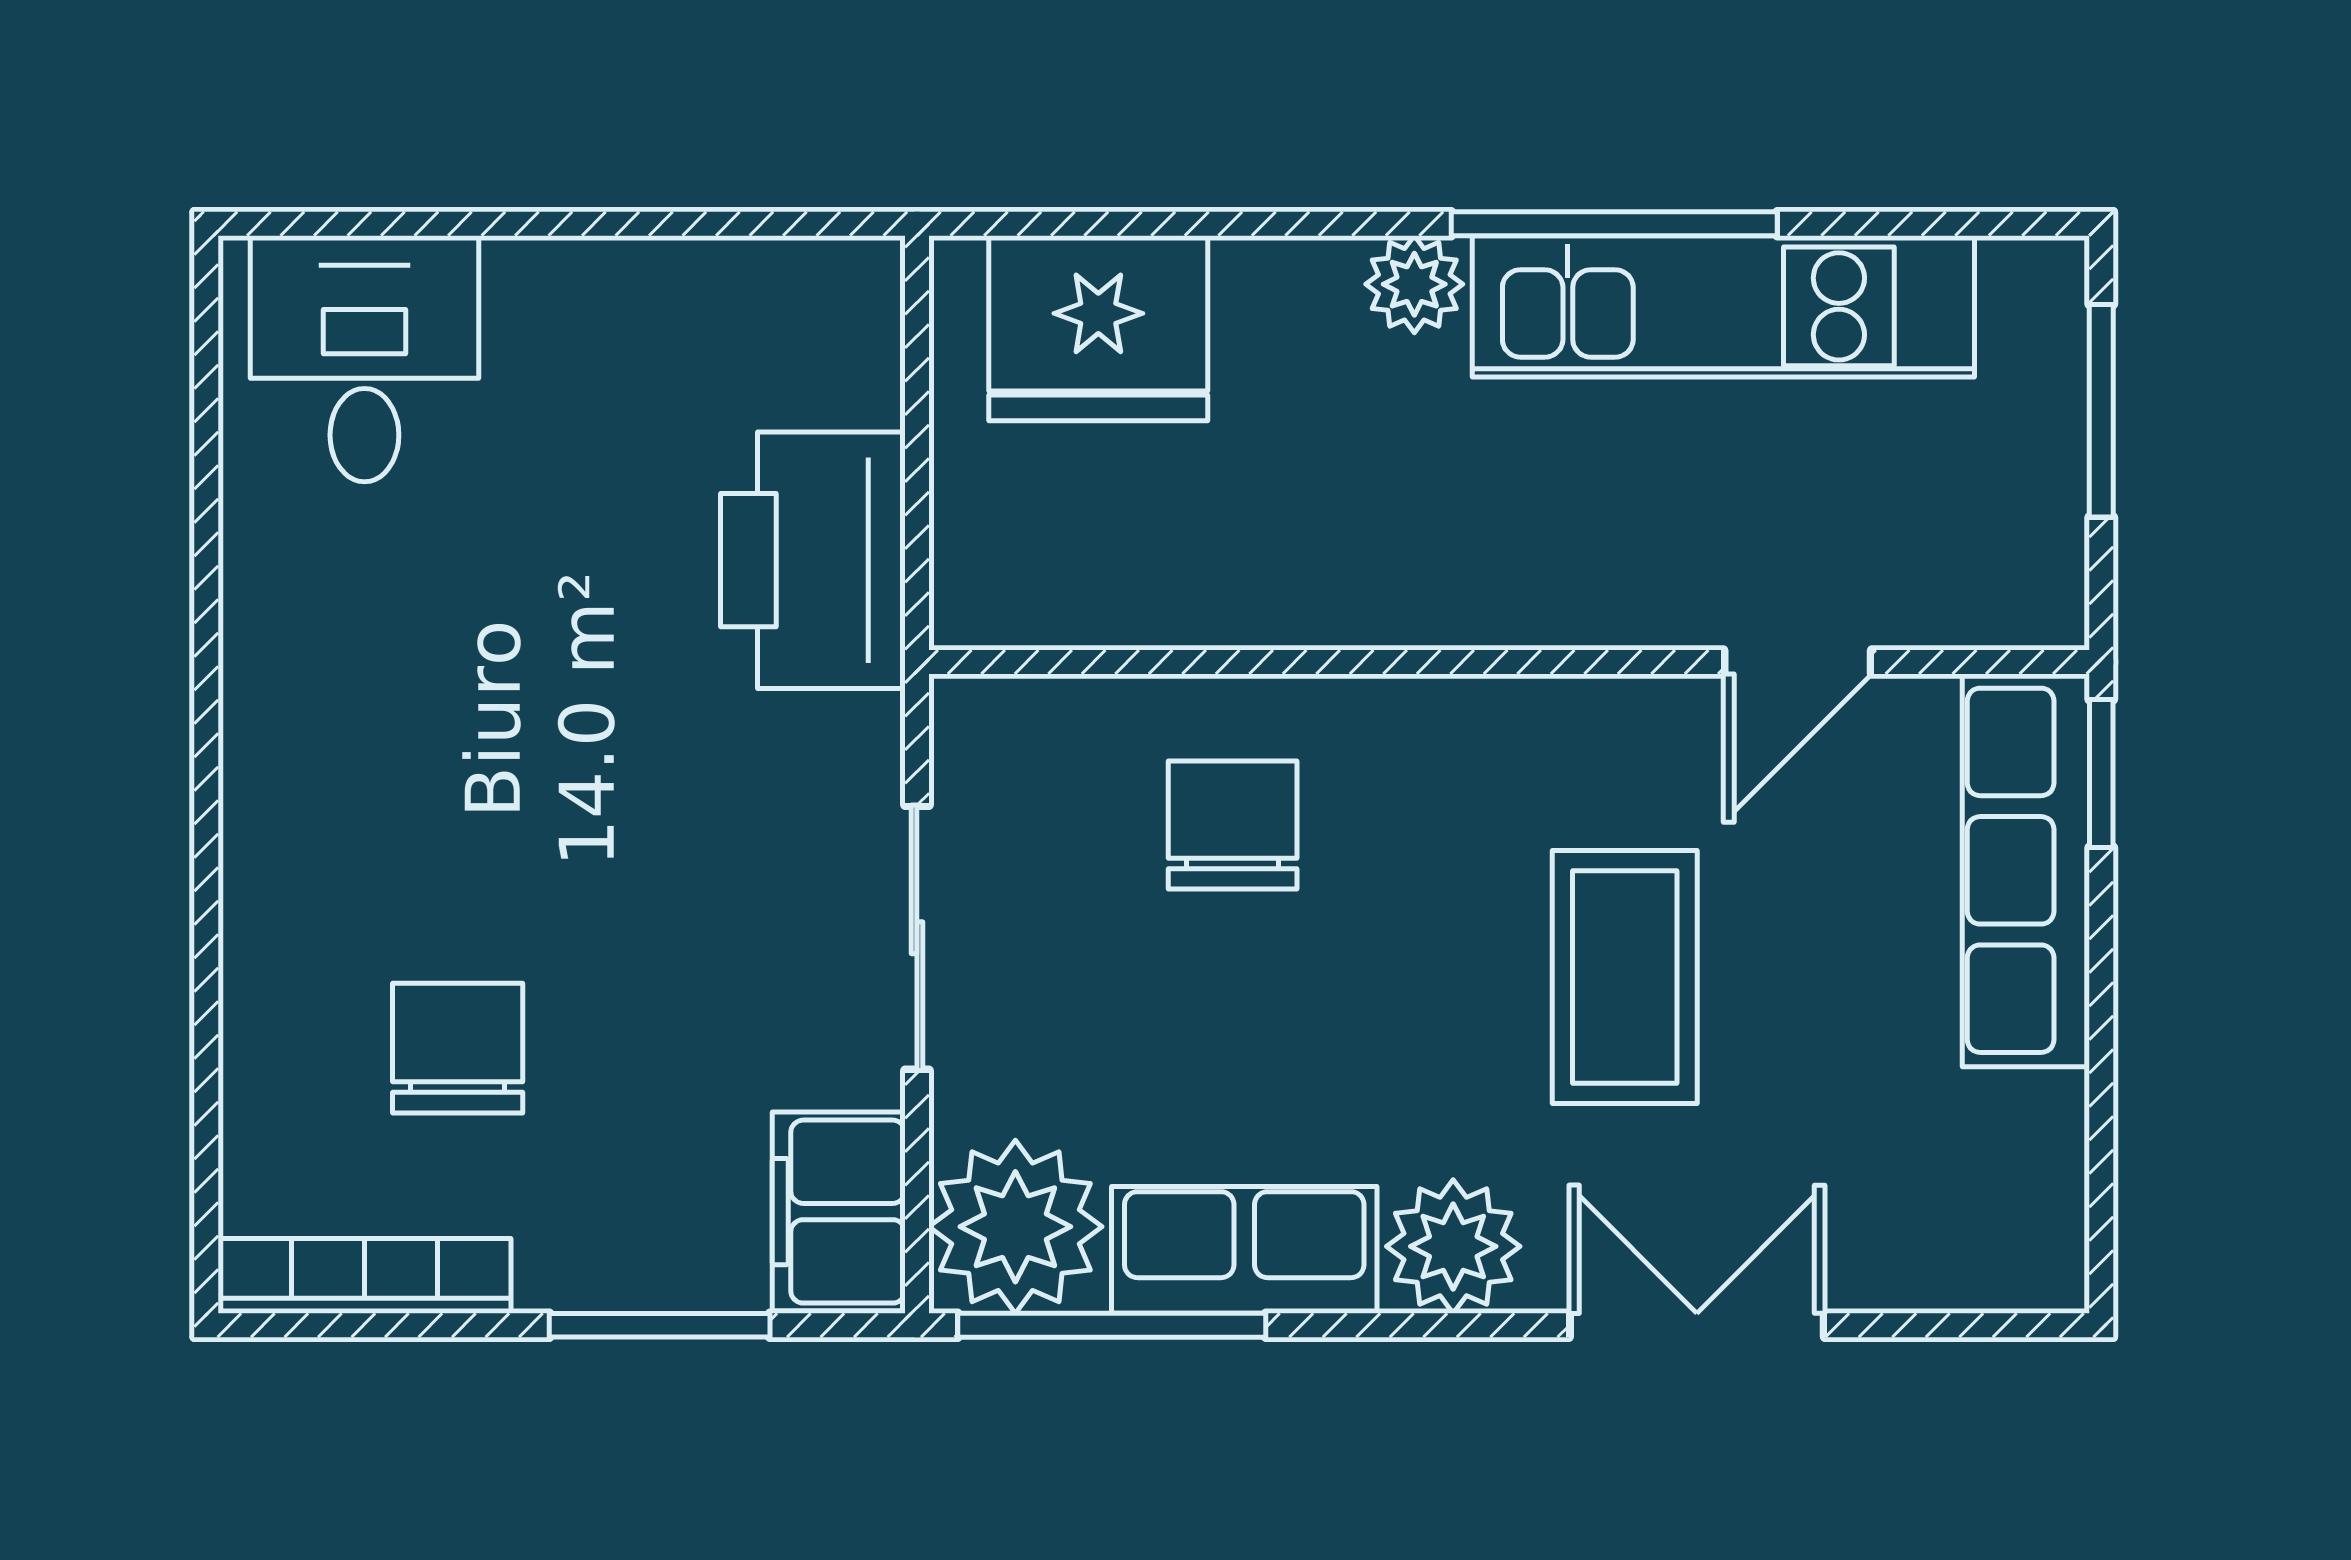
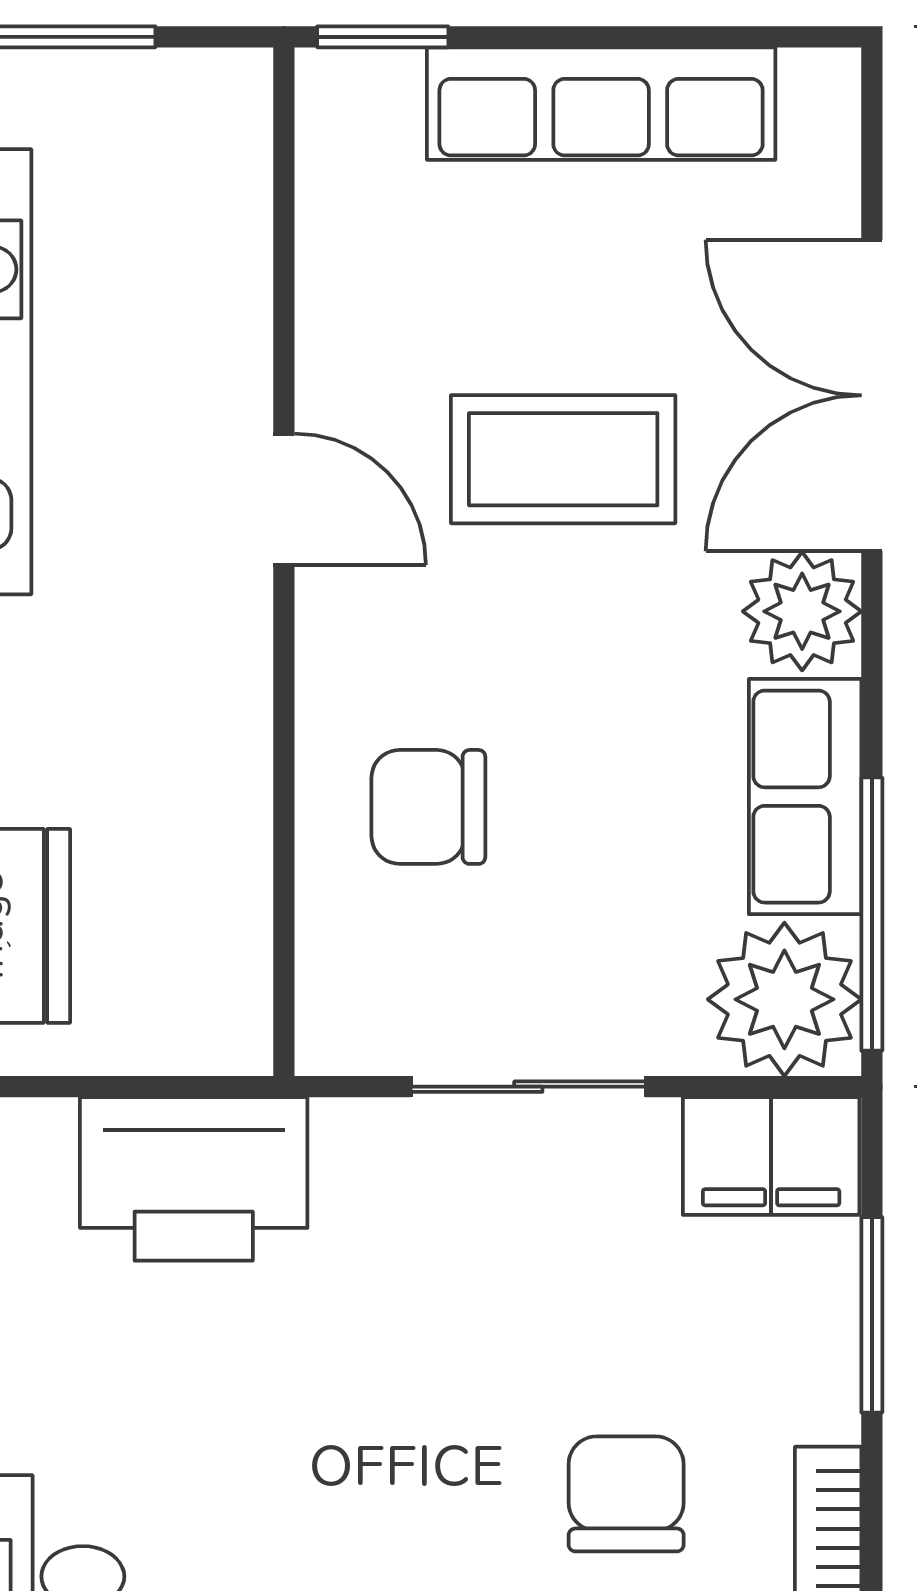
door: (1798, 662) -> (284, 499), moved
row of seats: (2026, 870) -> (601, 104), moved
chair: (458, 1048) -> (626, 1494), turned 90
double door: (1697, 1325) -> (872, 395), width x1.37

